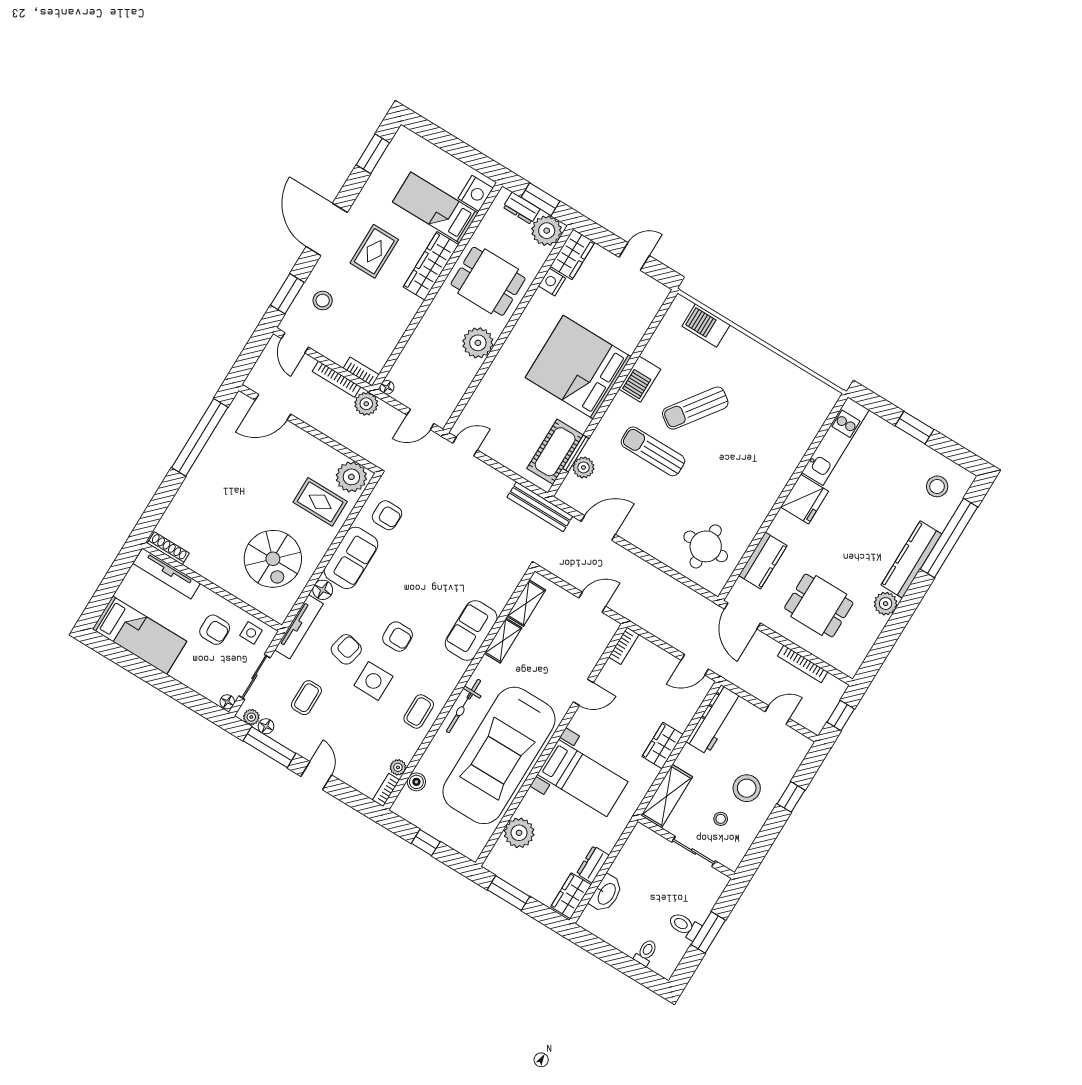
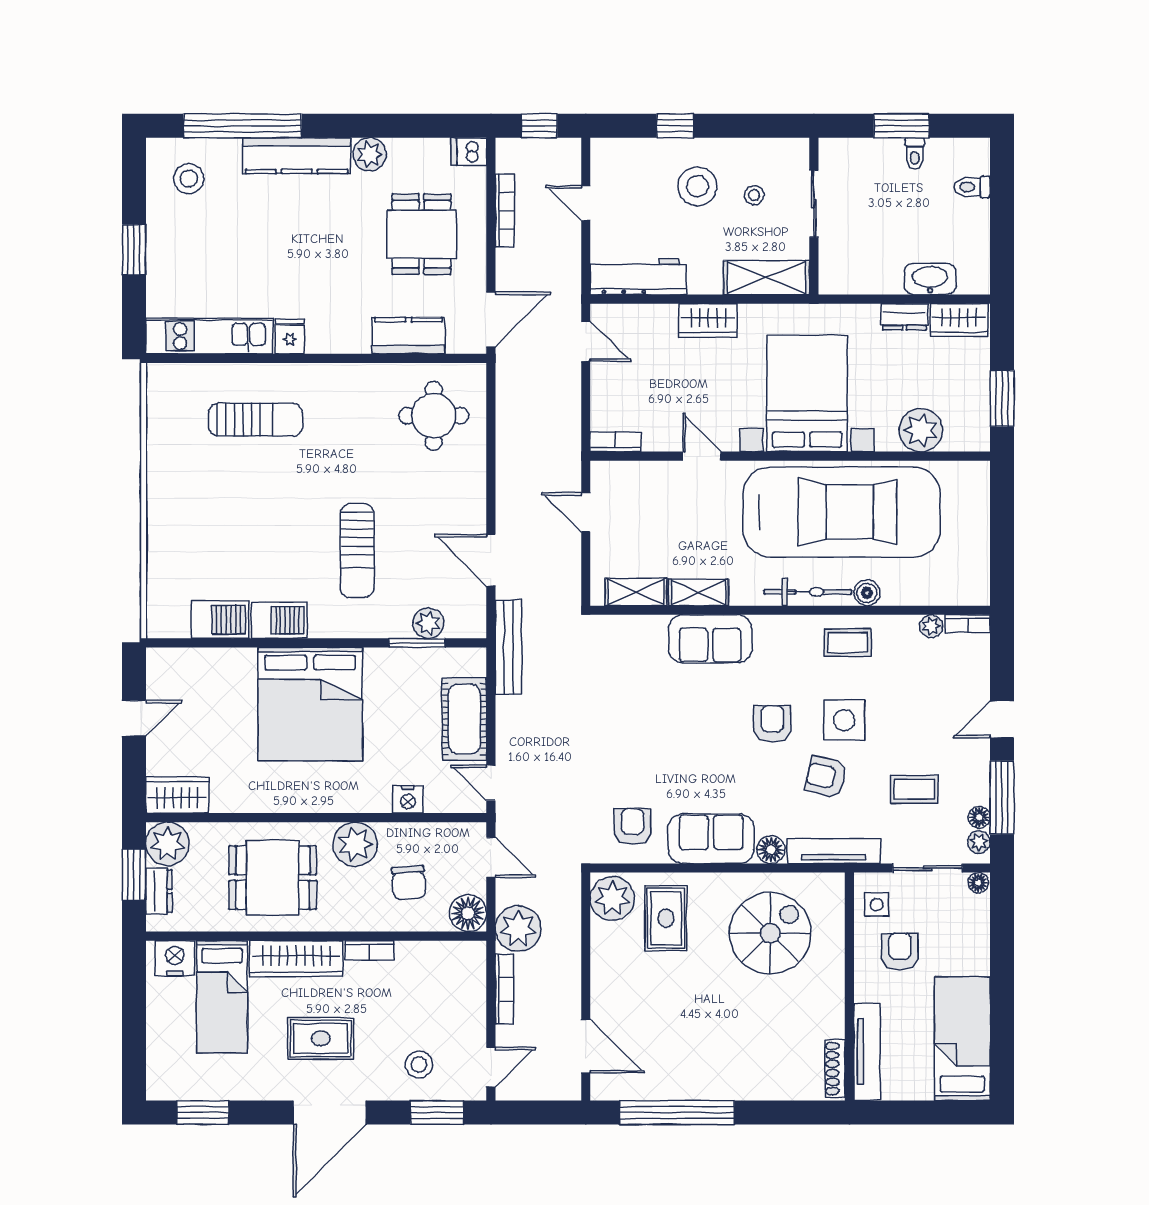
door: (634, 256) -> (134, 718), swing flipped
dining table: (488, 281) -> (273, 878), turned 90
nightstand: (552, 282) -> (408, 799), moved
barbecue: (706, 326) -> (220, 620), moved, turned -90
chair: (435, 361) -> (409, 883), added
bookcase: (361, 372) -> (369, 950), moved, turned -90
floor lamp: (387, 387) -> (468, 913), width x1.89, depth x1.89
plant: (366, 404) -> (518, 929), width x1.36, depth x1.36
sun lounger: (695, 408) -> (255, 420), moved, turned -36
cot: (555, 452) -> (464, 719), moved, turned 90
fridge: (804, 499) -> (290, 337), width x0.53, depth x0.75
dishwasher: (851, 664) -> (469, 152), added
bed with nightstands: (583, 778) -> (807, 394), width x1.36
boiler: (416, 782) -> (867, 593), moved
window: (426, 842) -> (1002, 537), removed
toilet: (685, 926) -> (915, 153), width x0.73, depth x0.72

